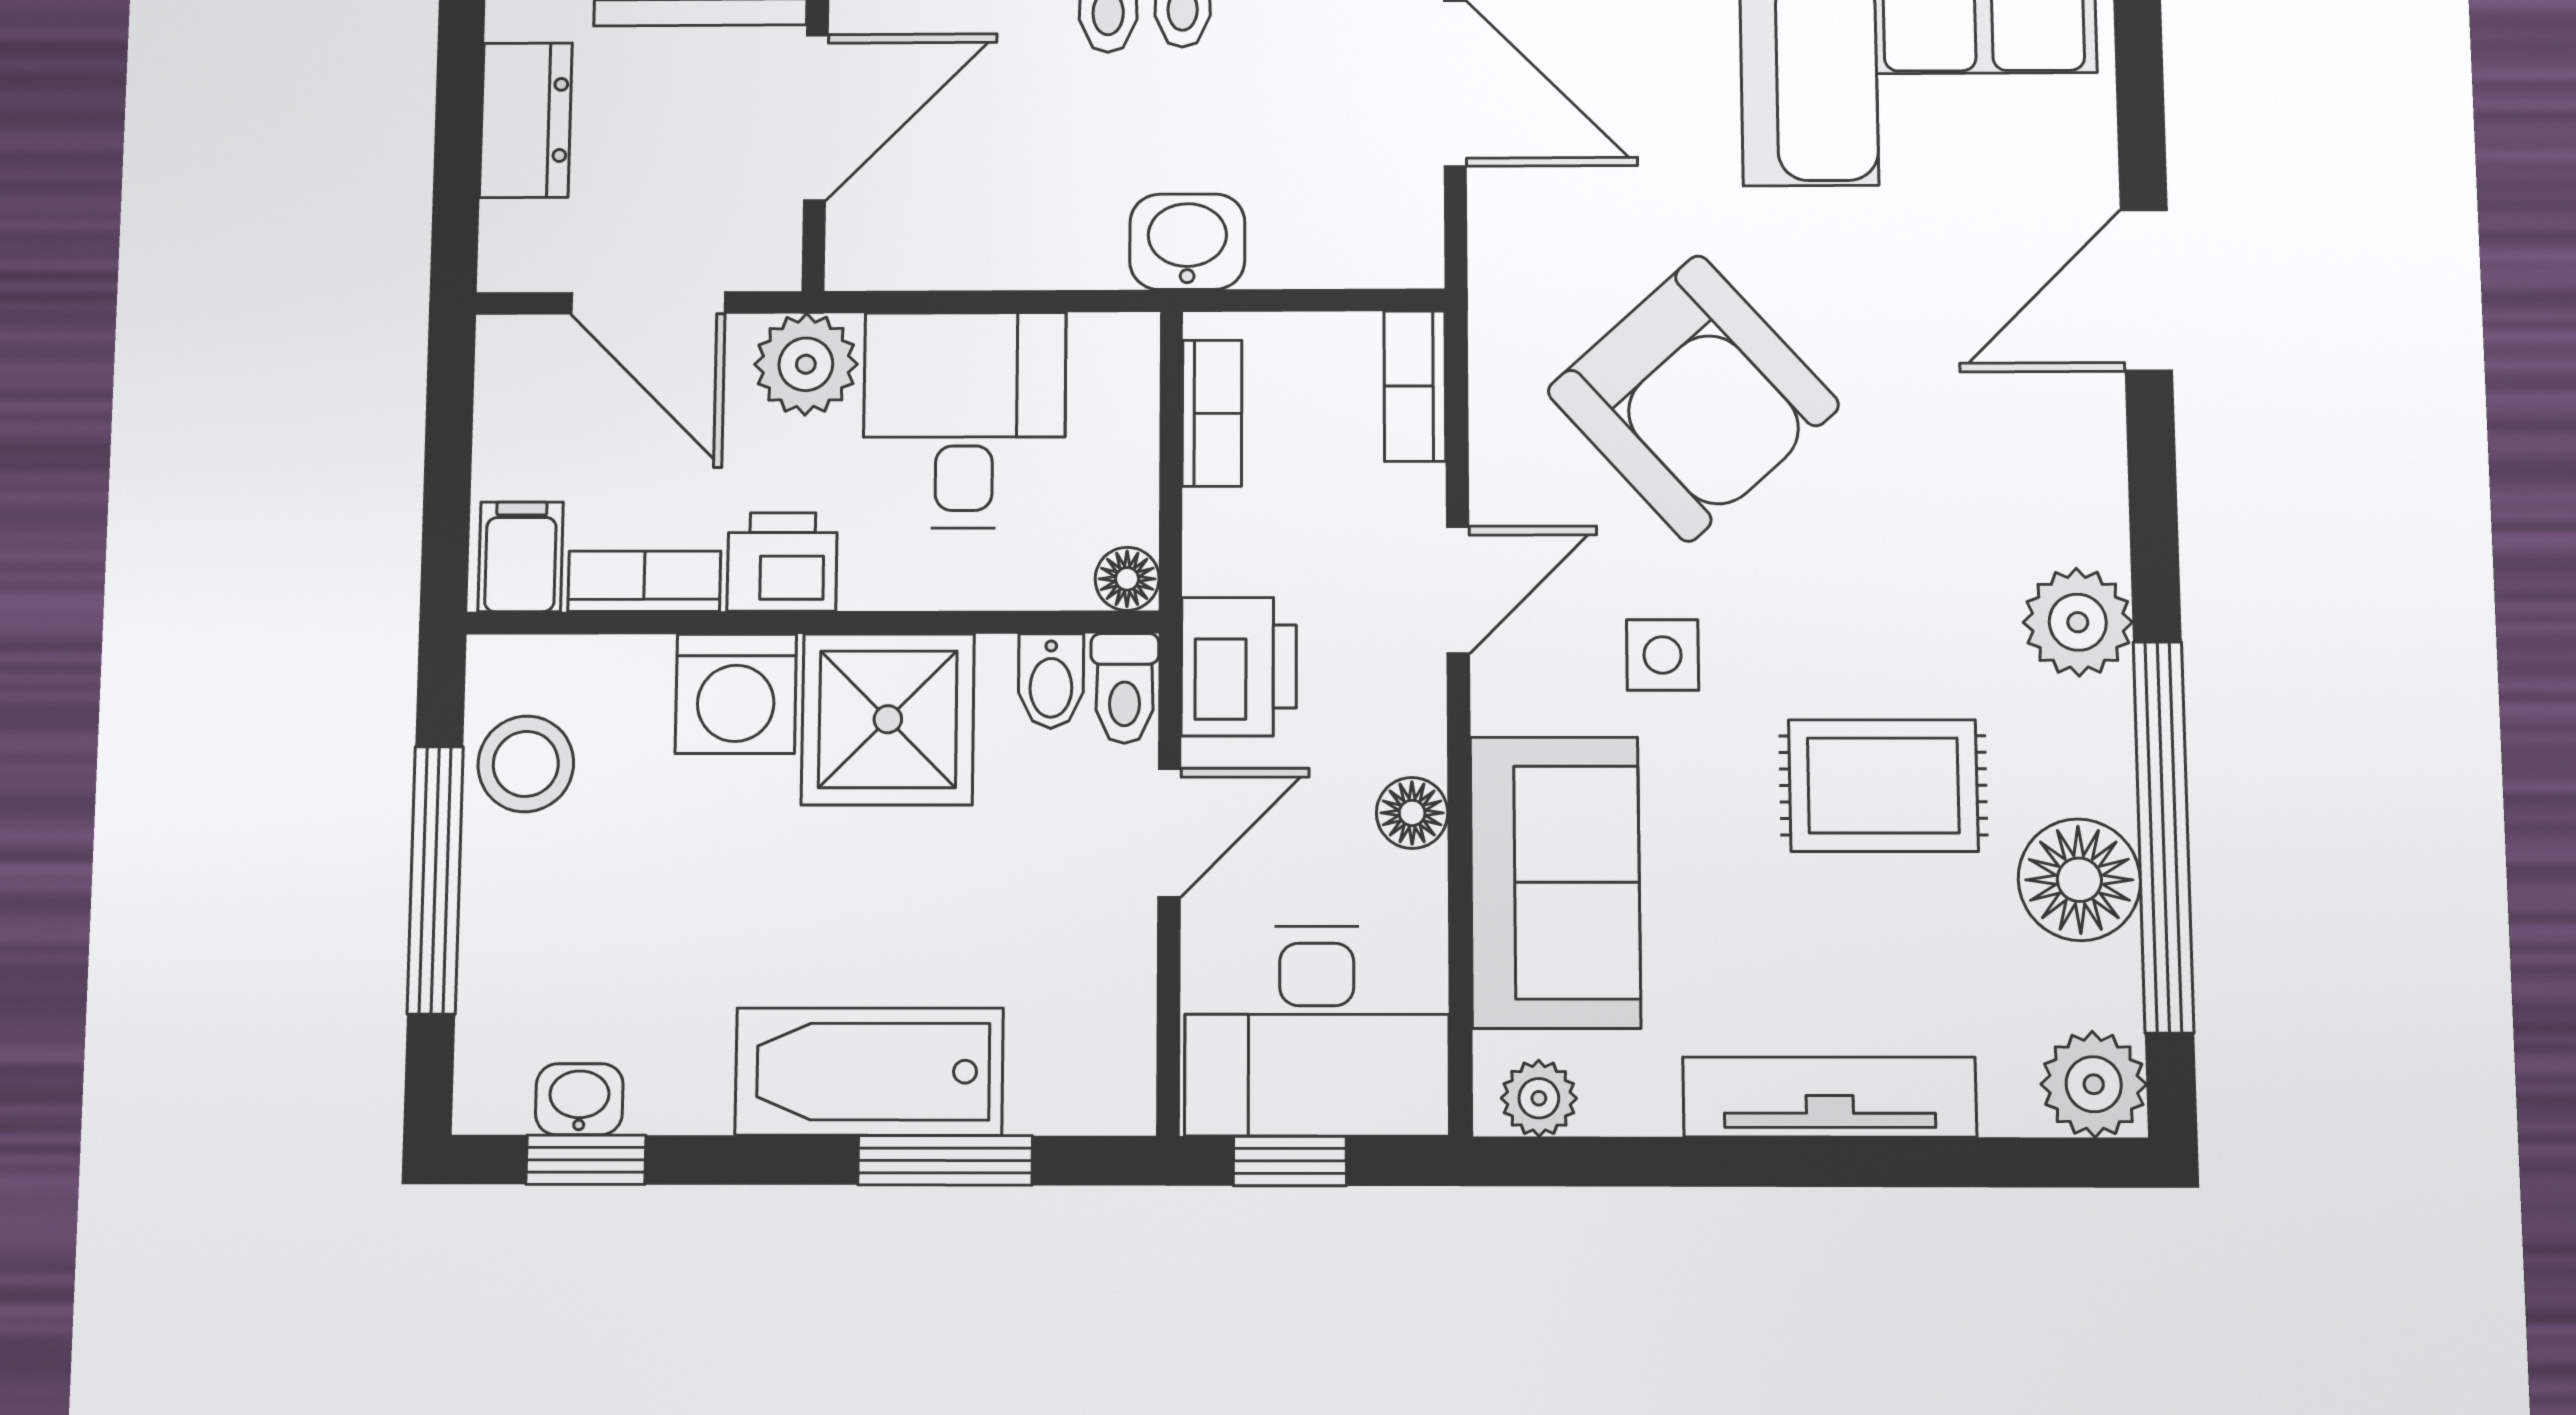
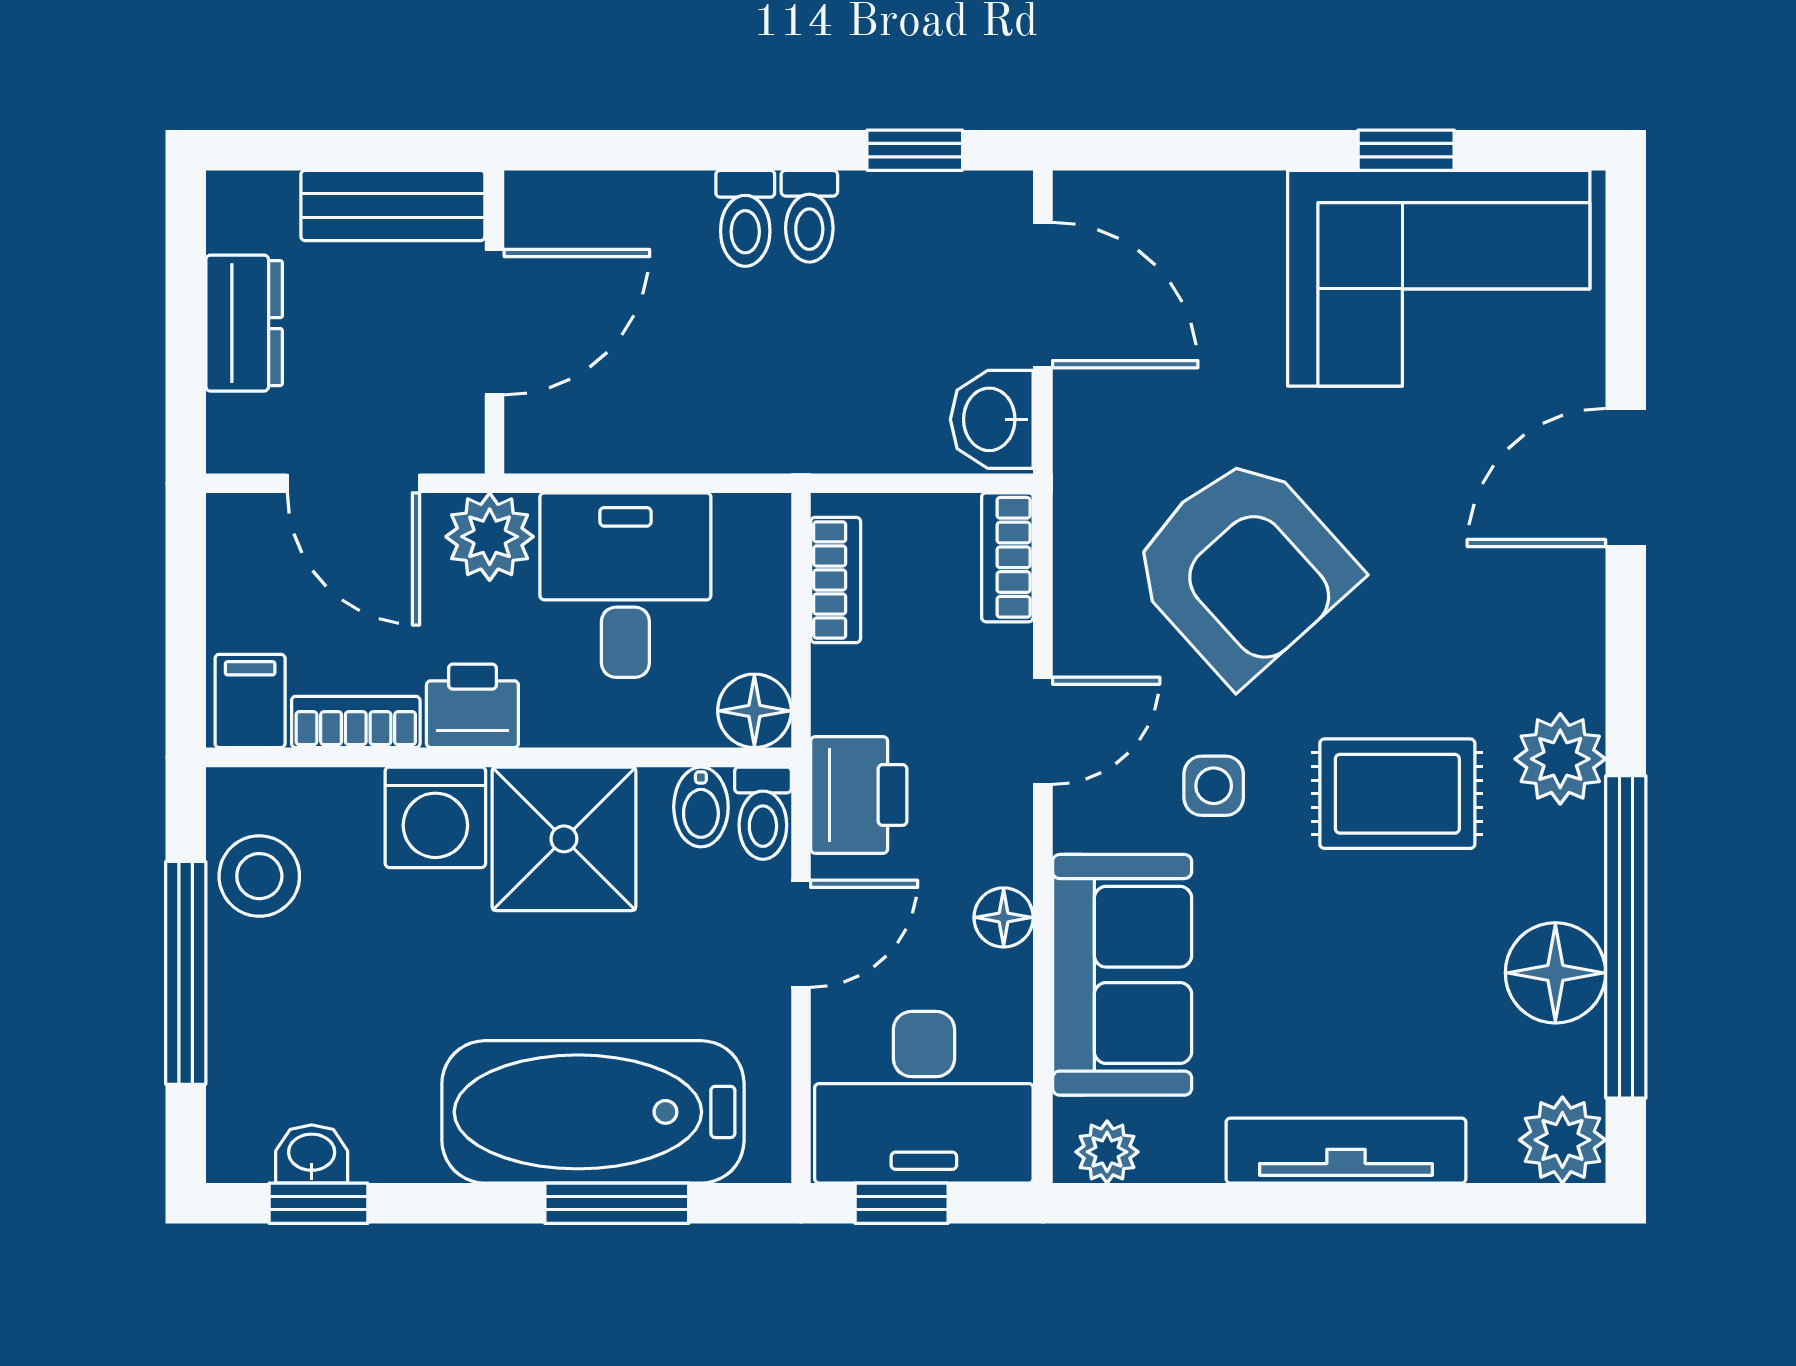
washbasin: (1187, 242) -> (992, 419), moved, turned -90
floor lamp: (1127, 579) -> (754, 711), width x1.37, depth x1.37
rug: (1883, 785) -> (1397, 794), moved
bathtub: (869, 1072) -> (593, 1112), width x1.36, depth x1.36

